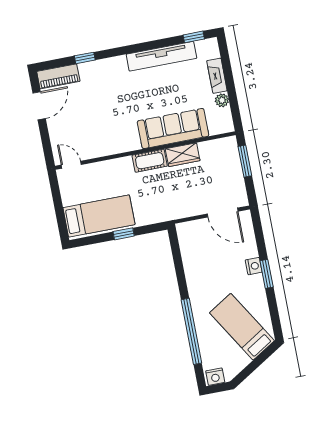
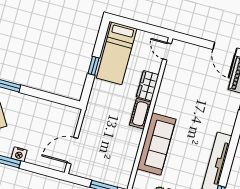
wardrobe: (183, 155) -> (148, 86), moved
door: (71, 165) -> (167, 51), swing flipped

